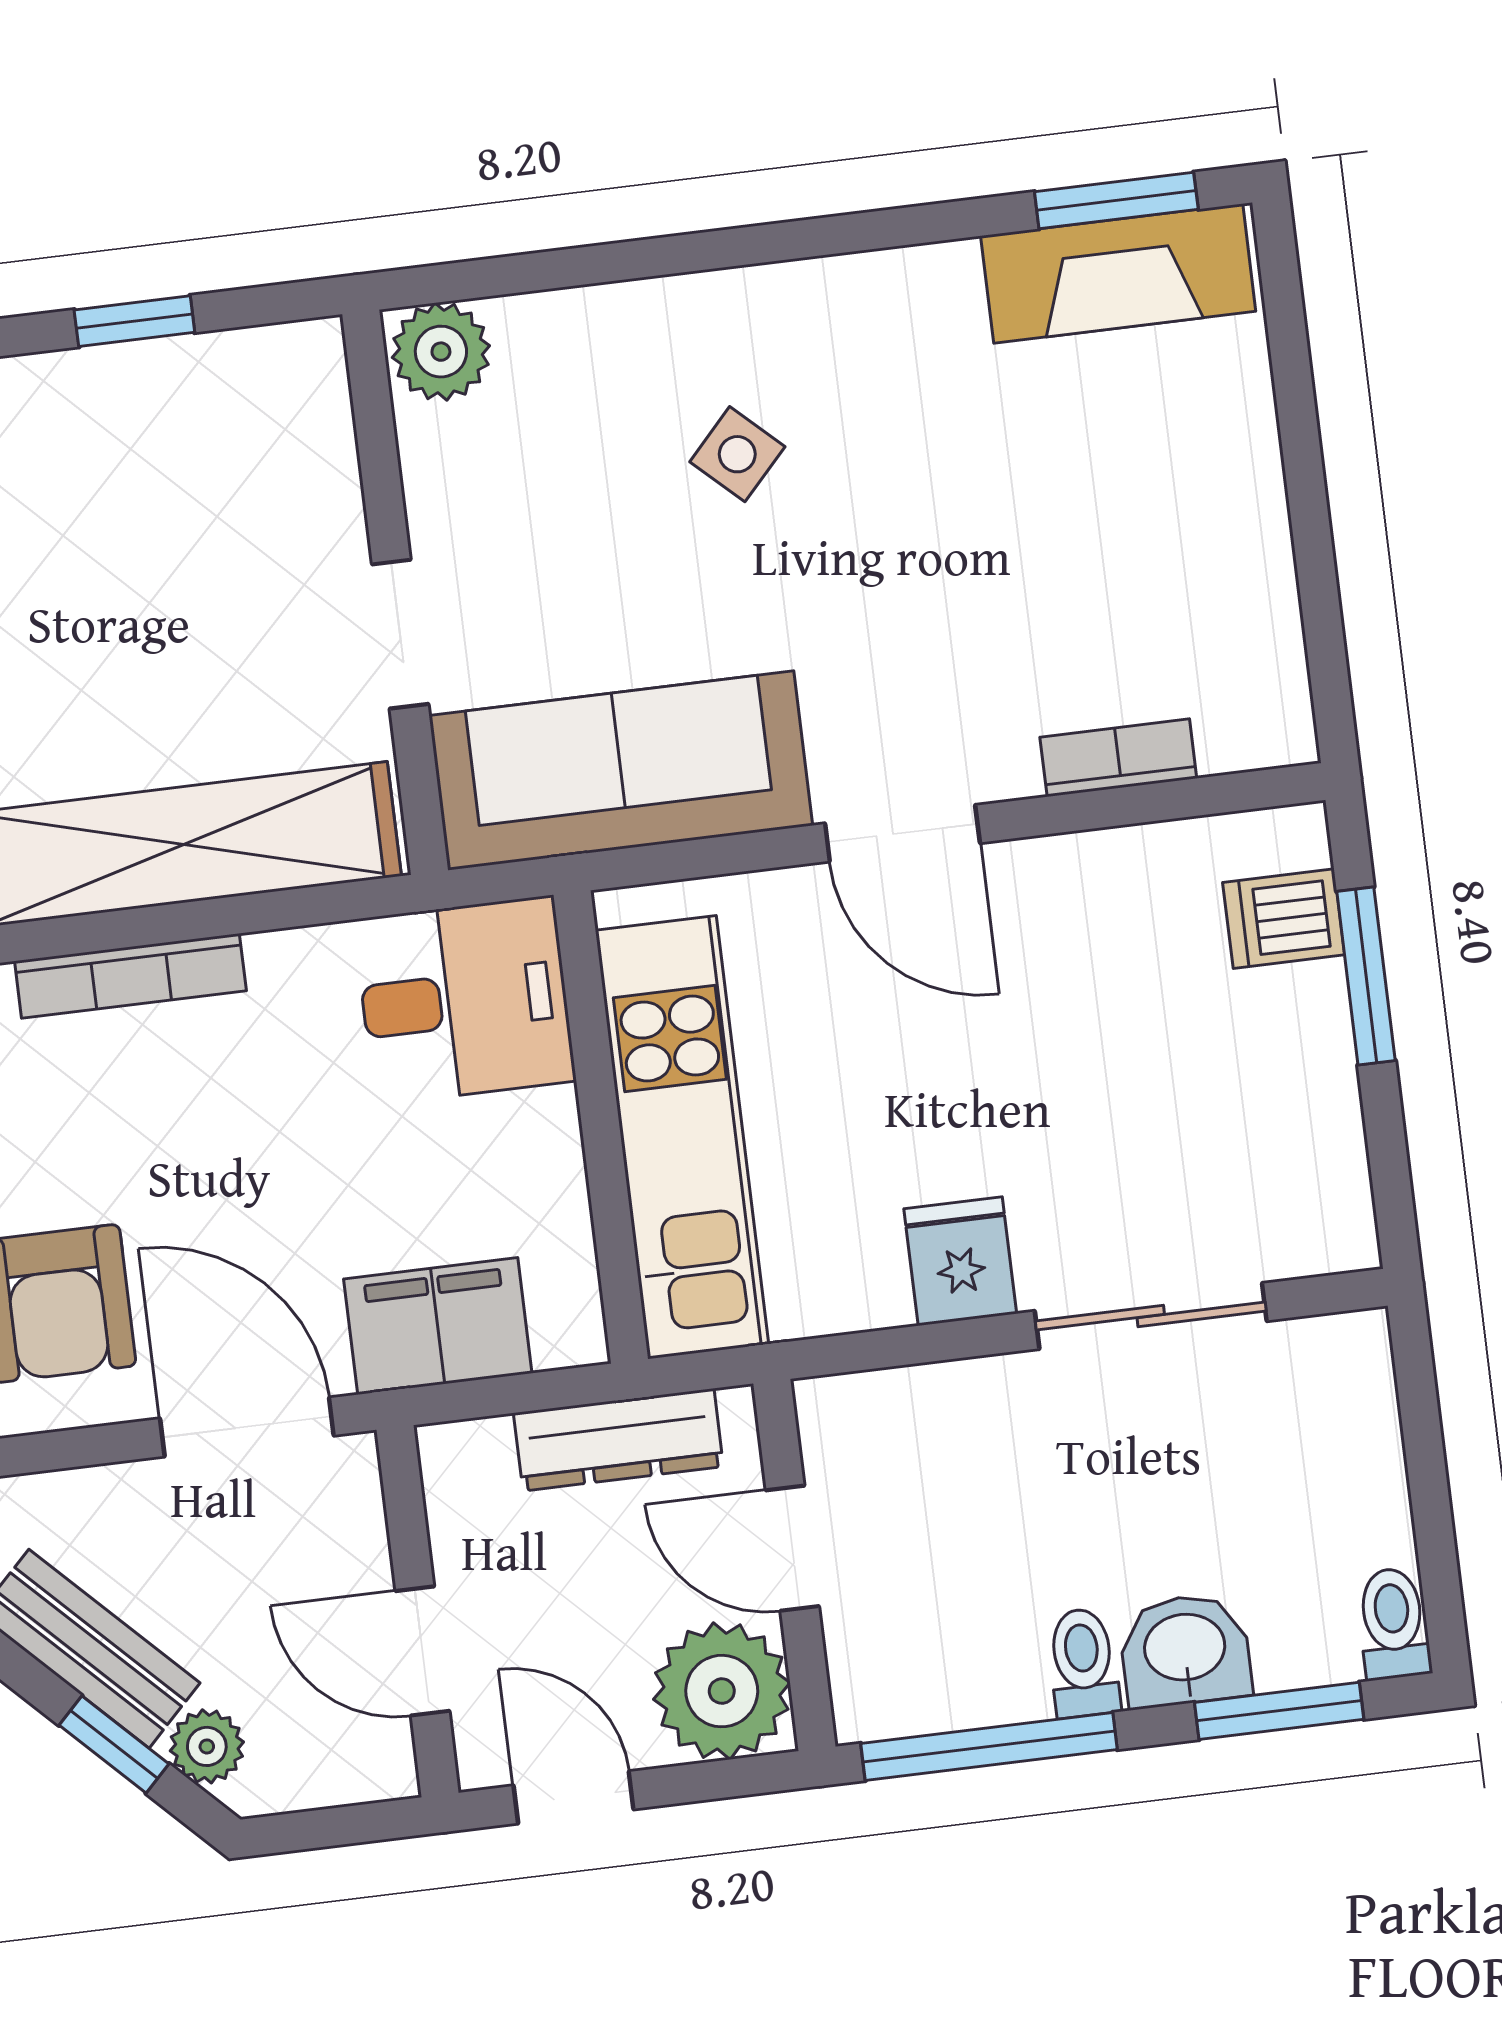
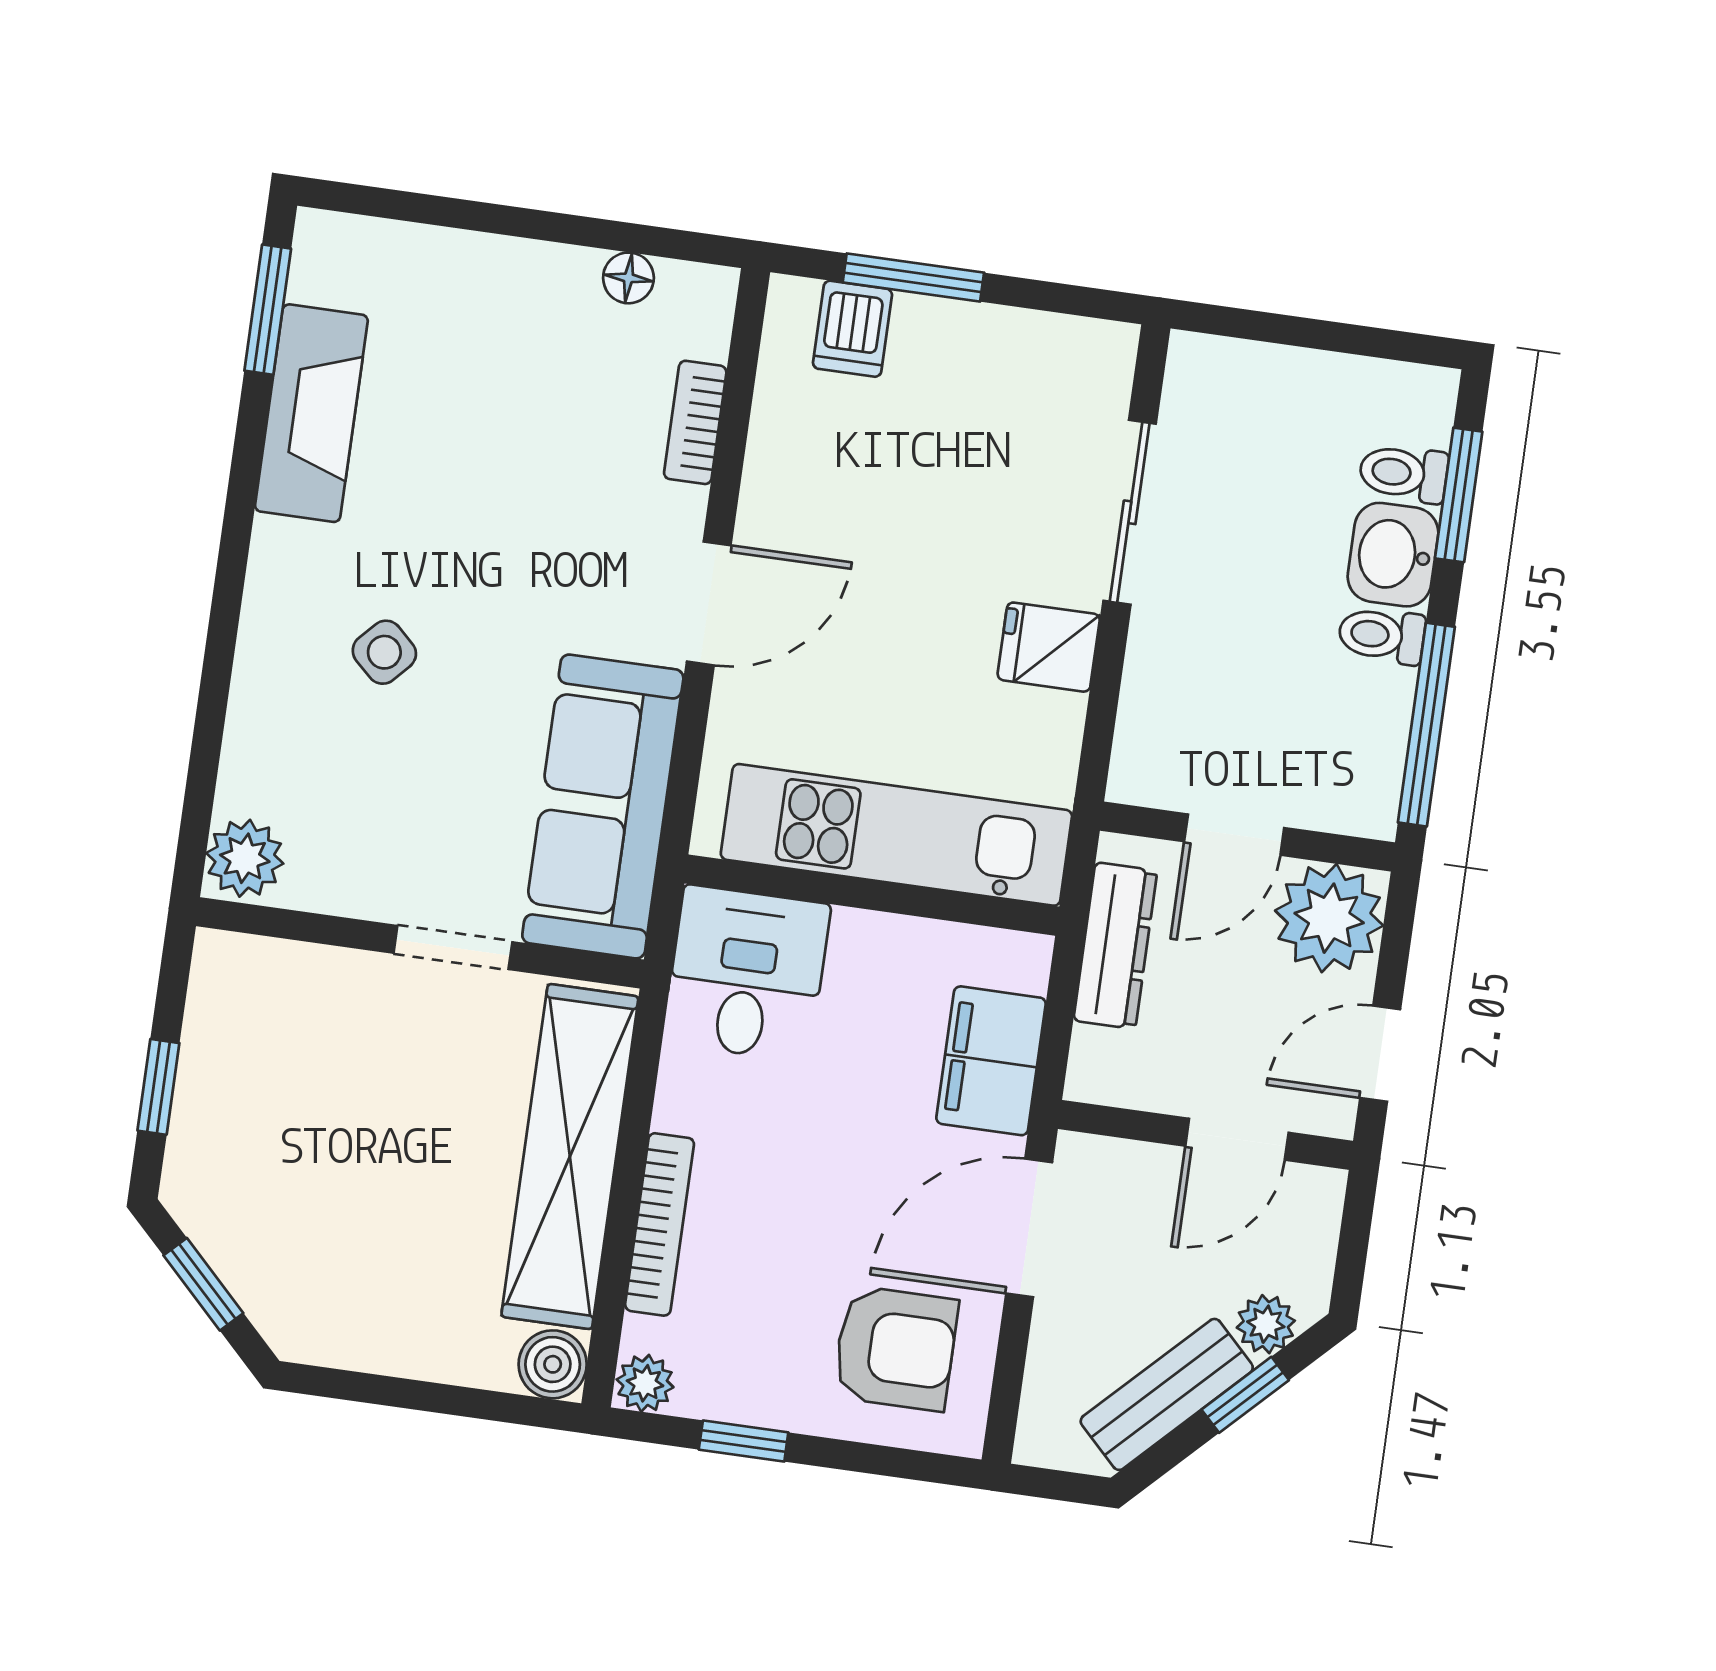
fireplace: (1118, 274) -> (311, 413), moved
floor lamp: (1273, 629) -> (628, 278), added
toilet: (1393, 1623) -> (1403, 473), moved

